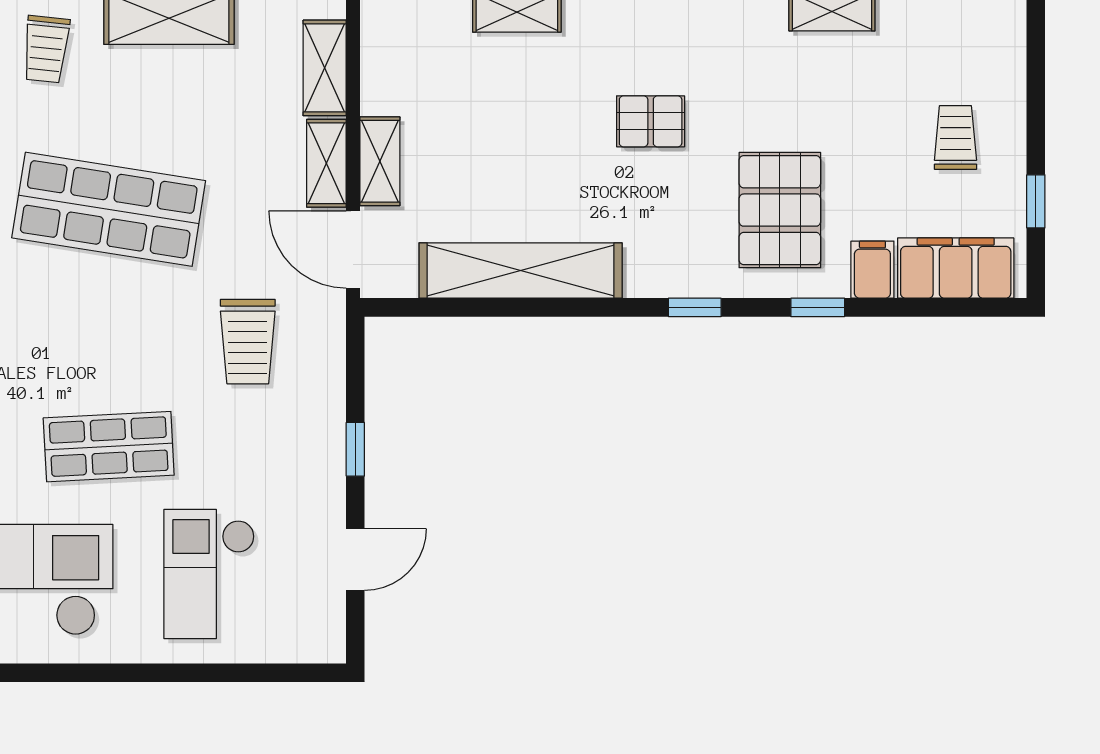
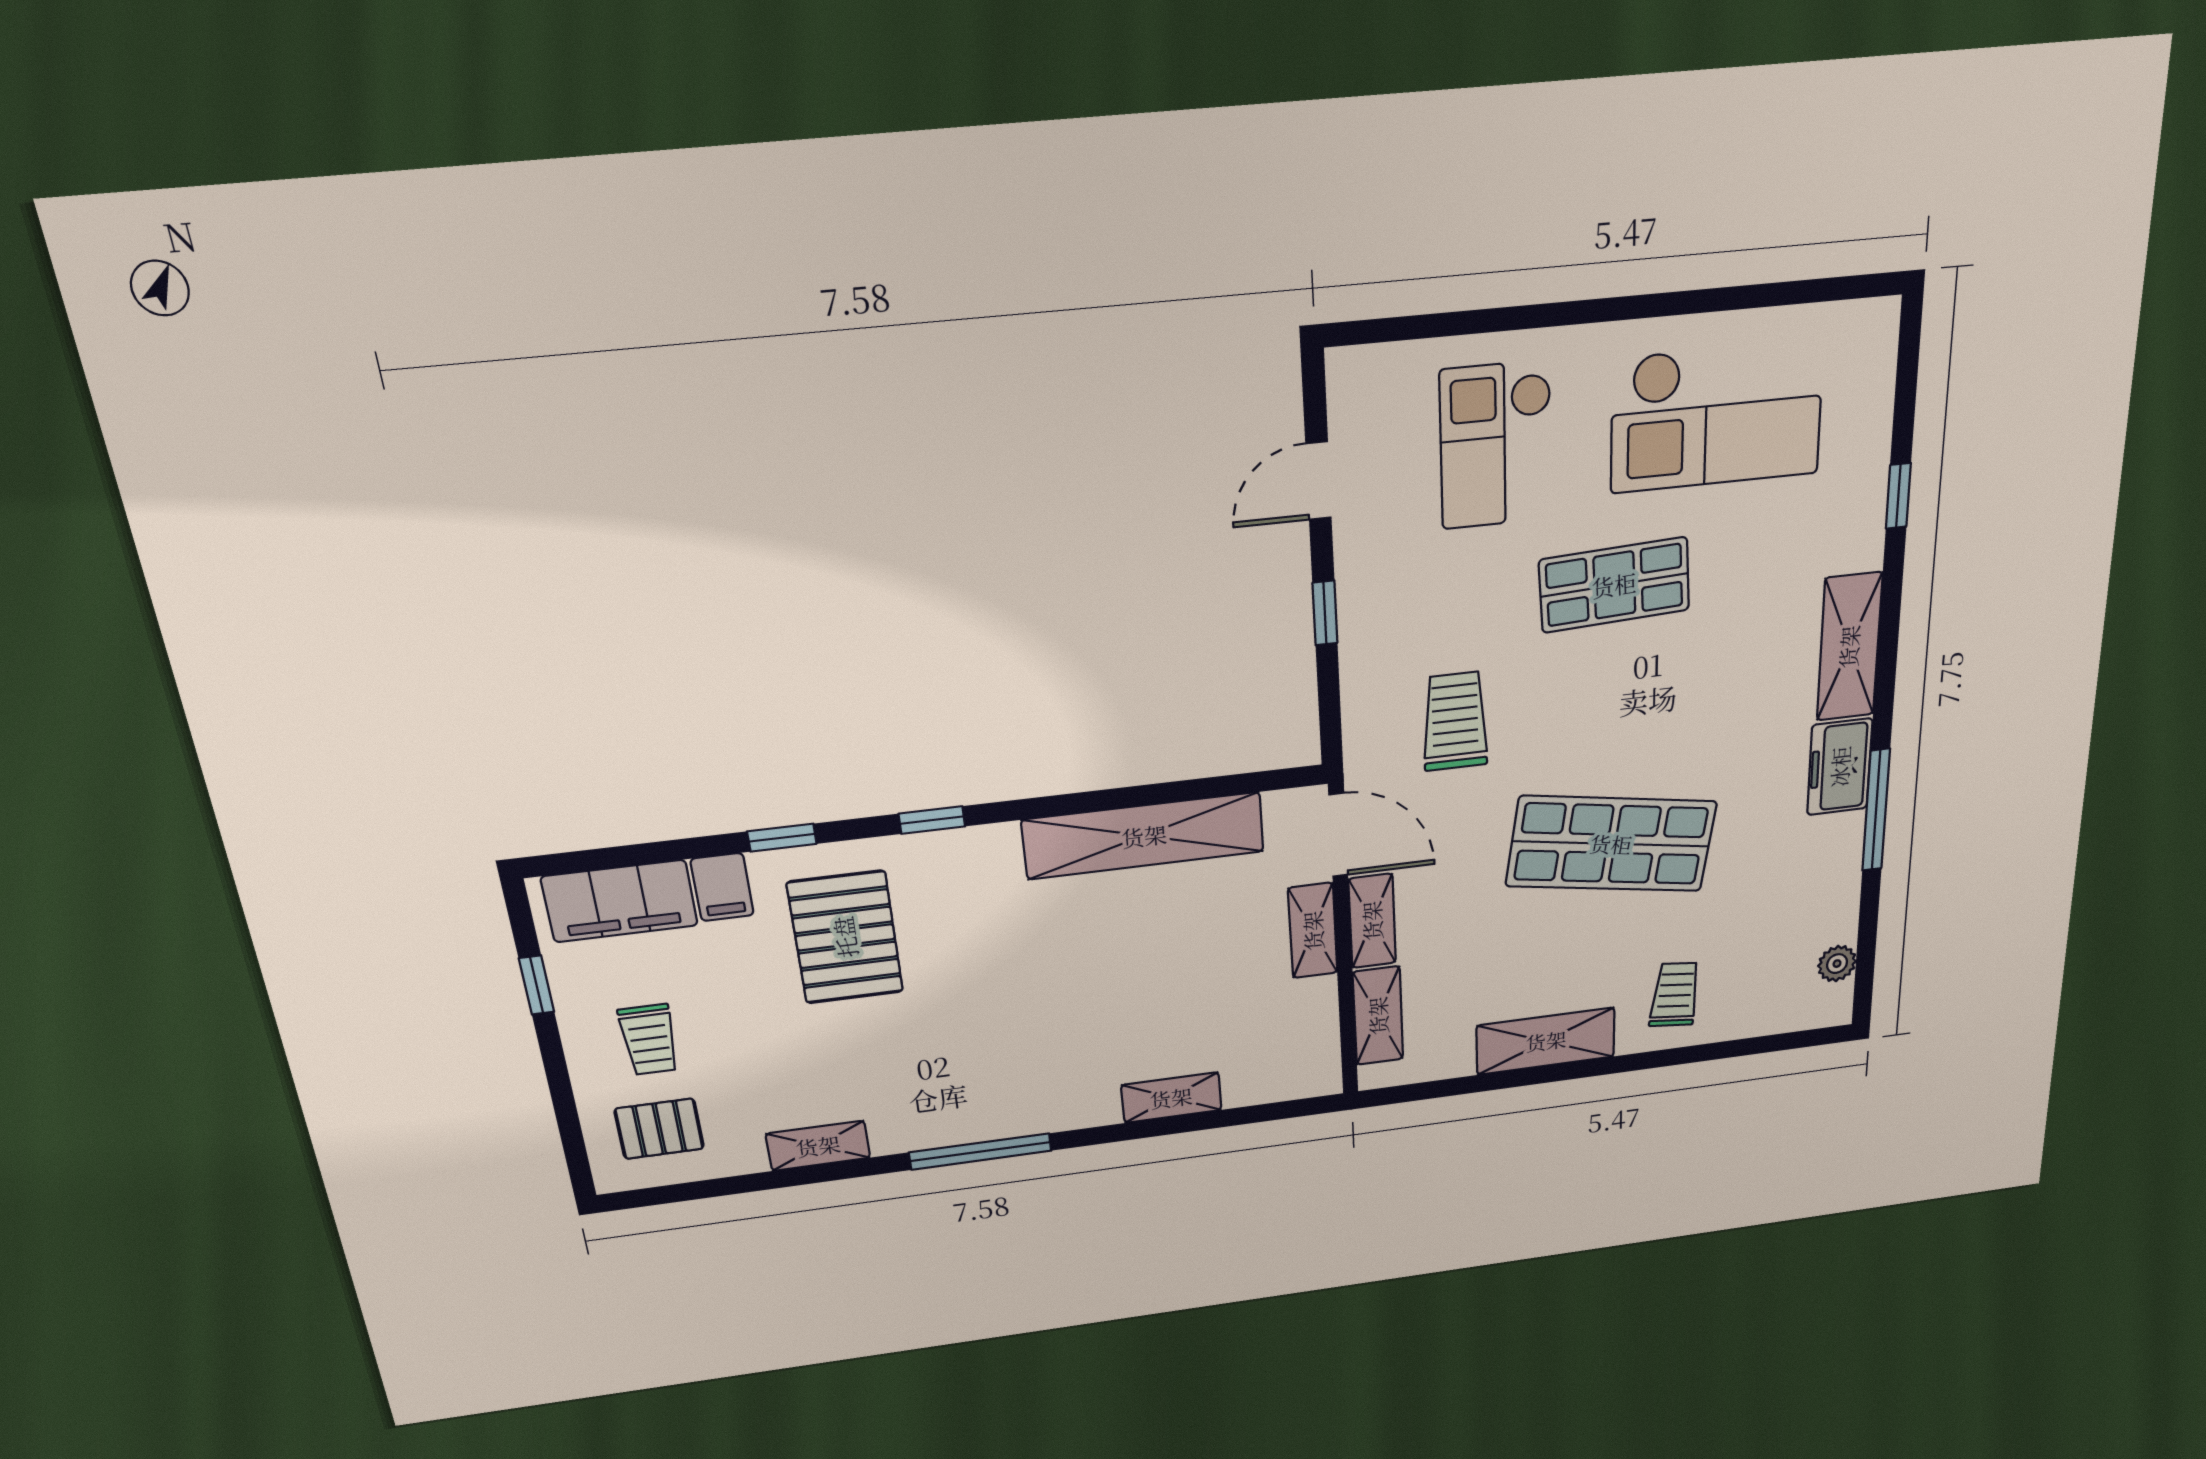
pallet: (651, 121) -> (659, 1129), moved
checkout: (209, 574) -> (1496, 445), turned 180

